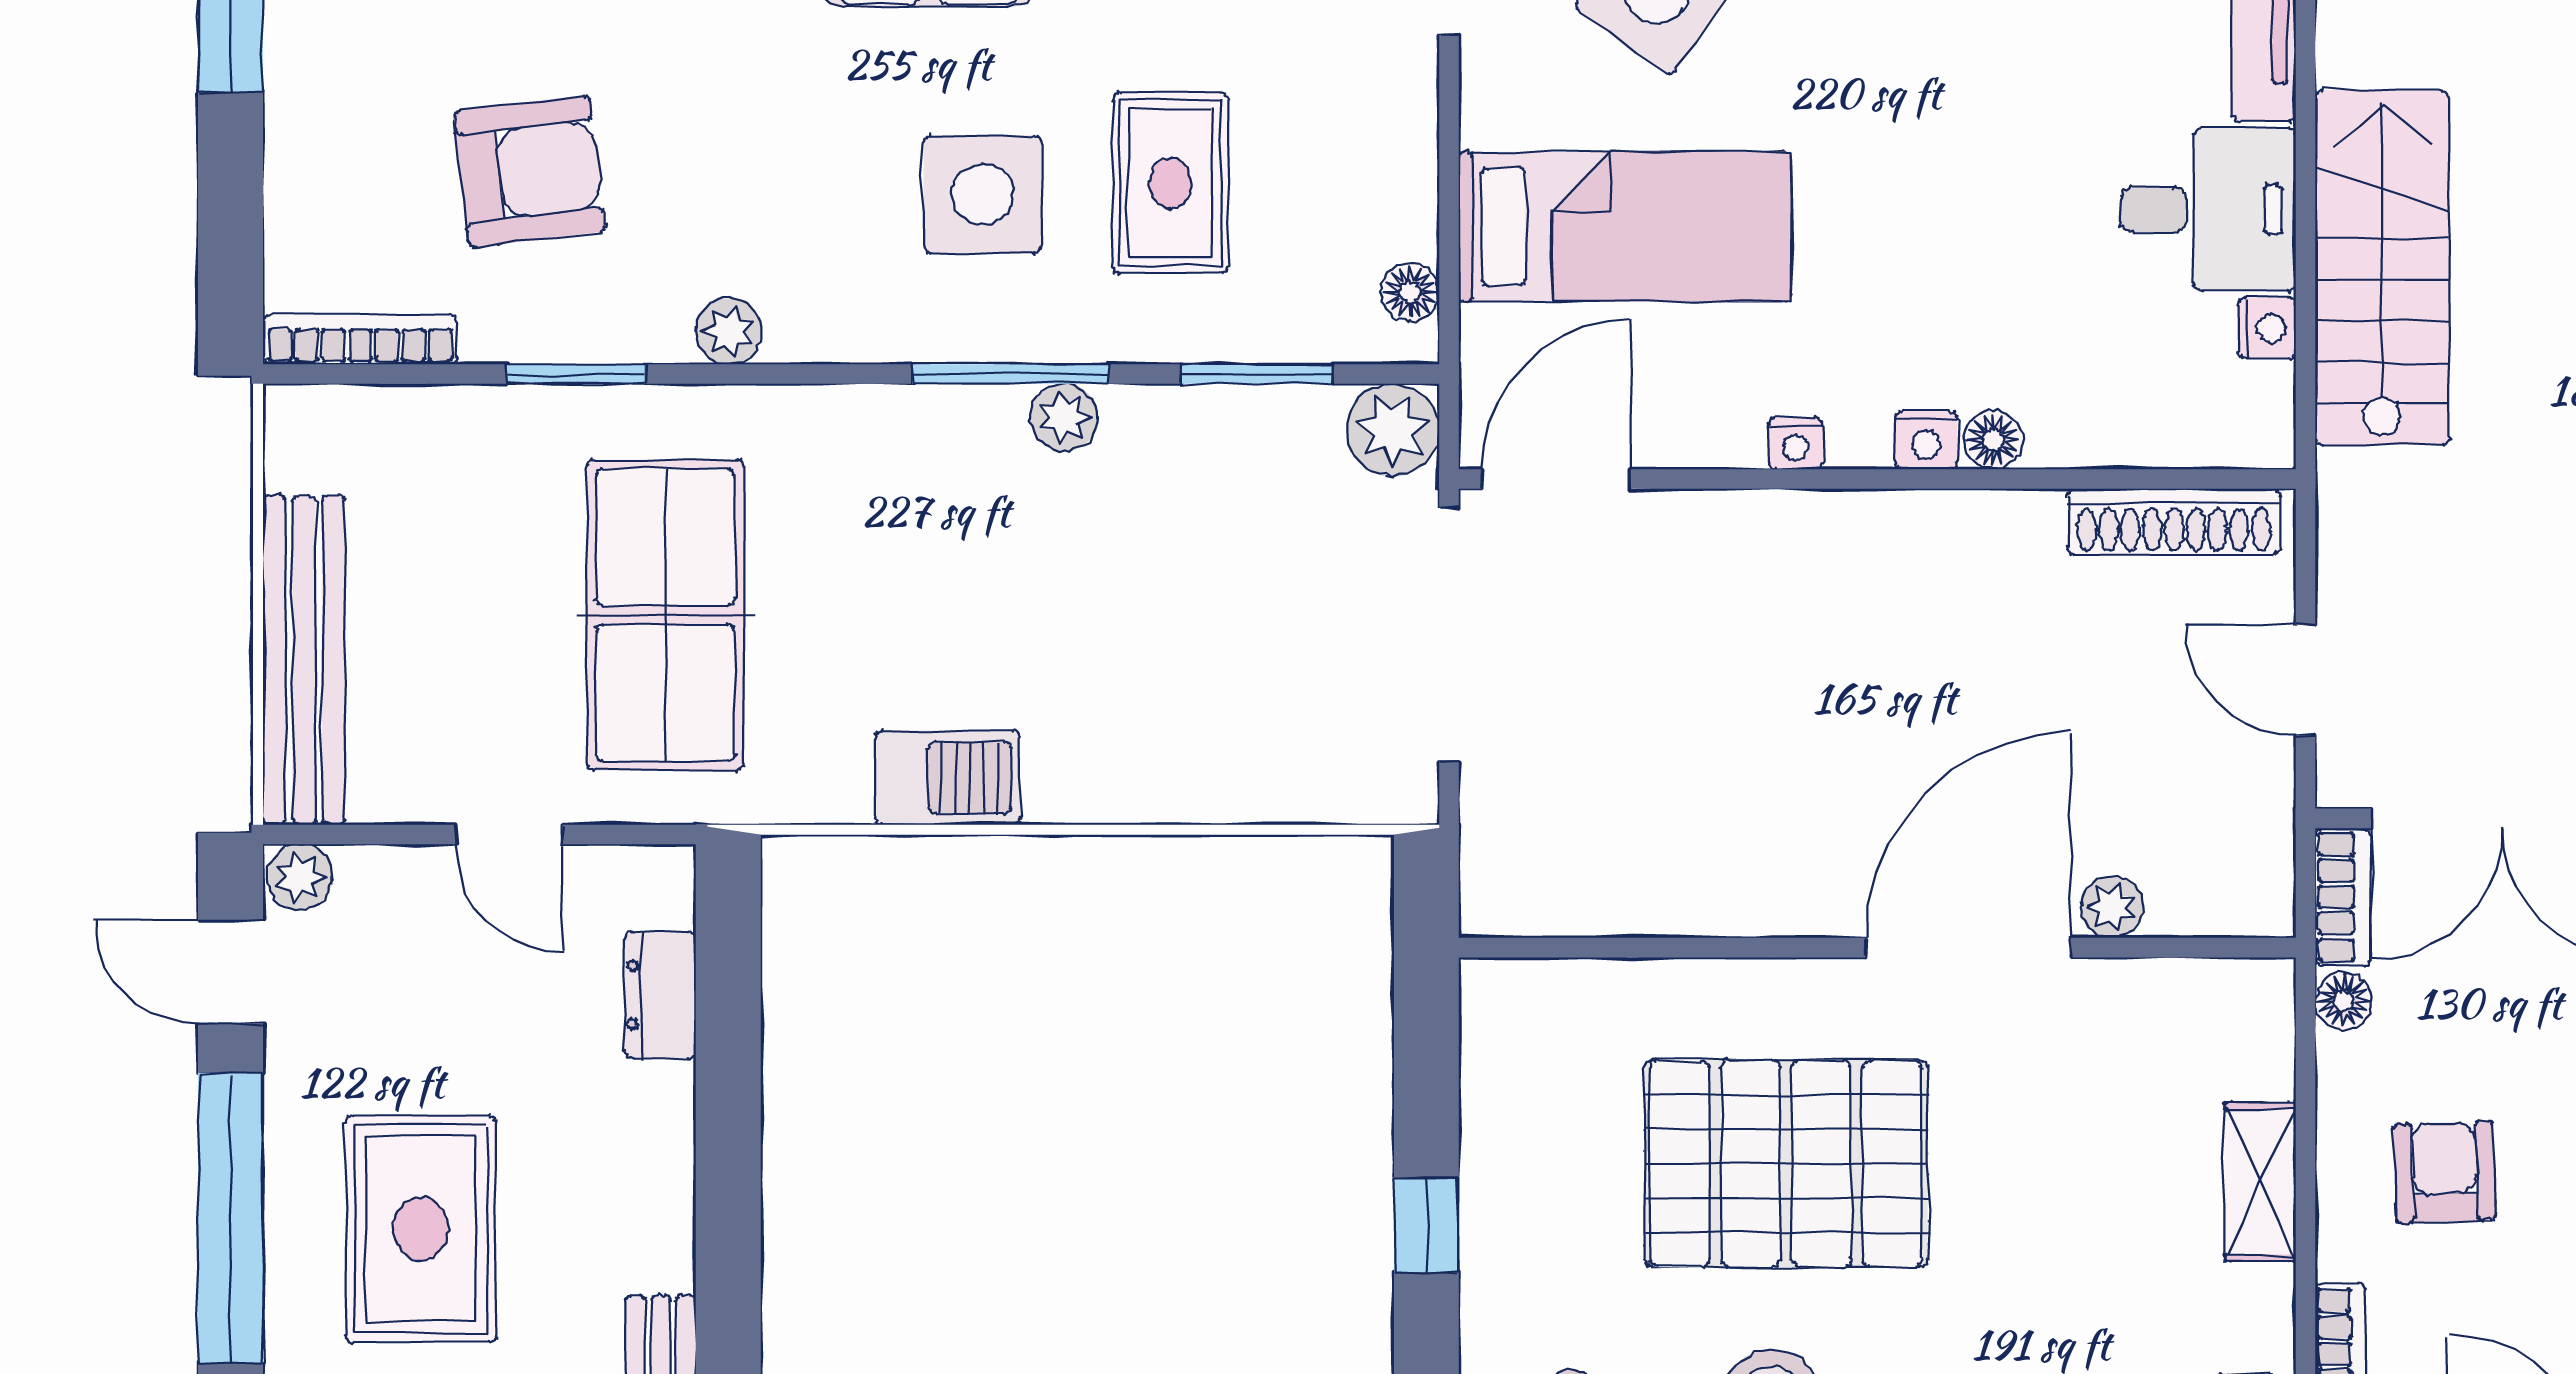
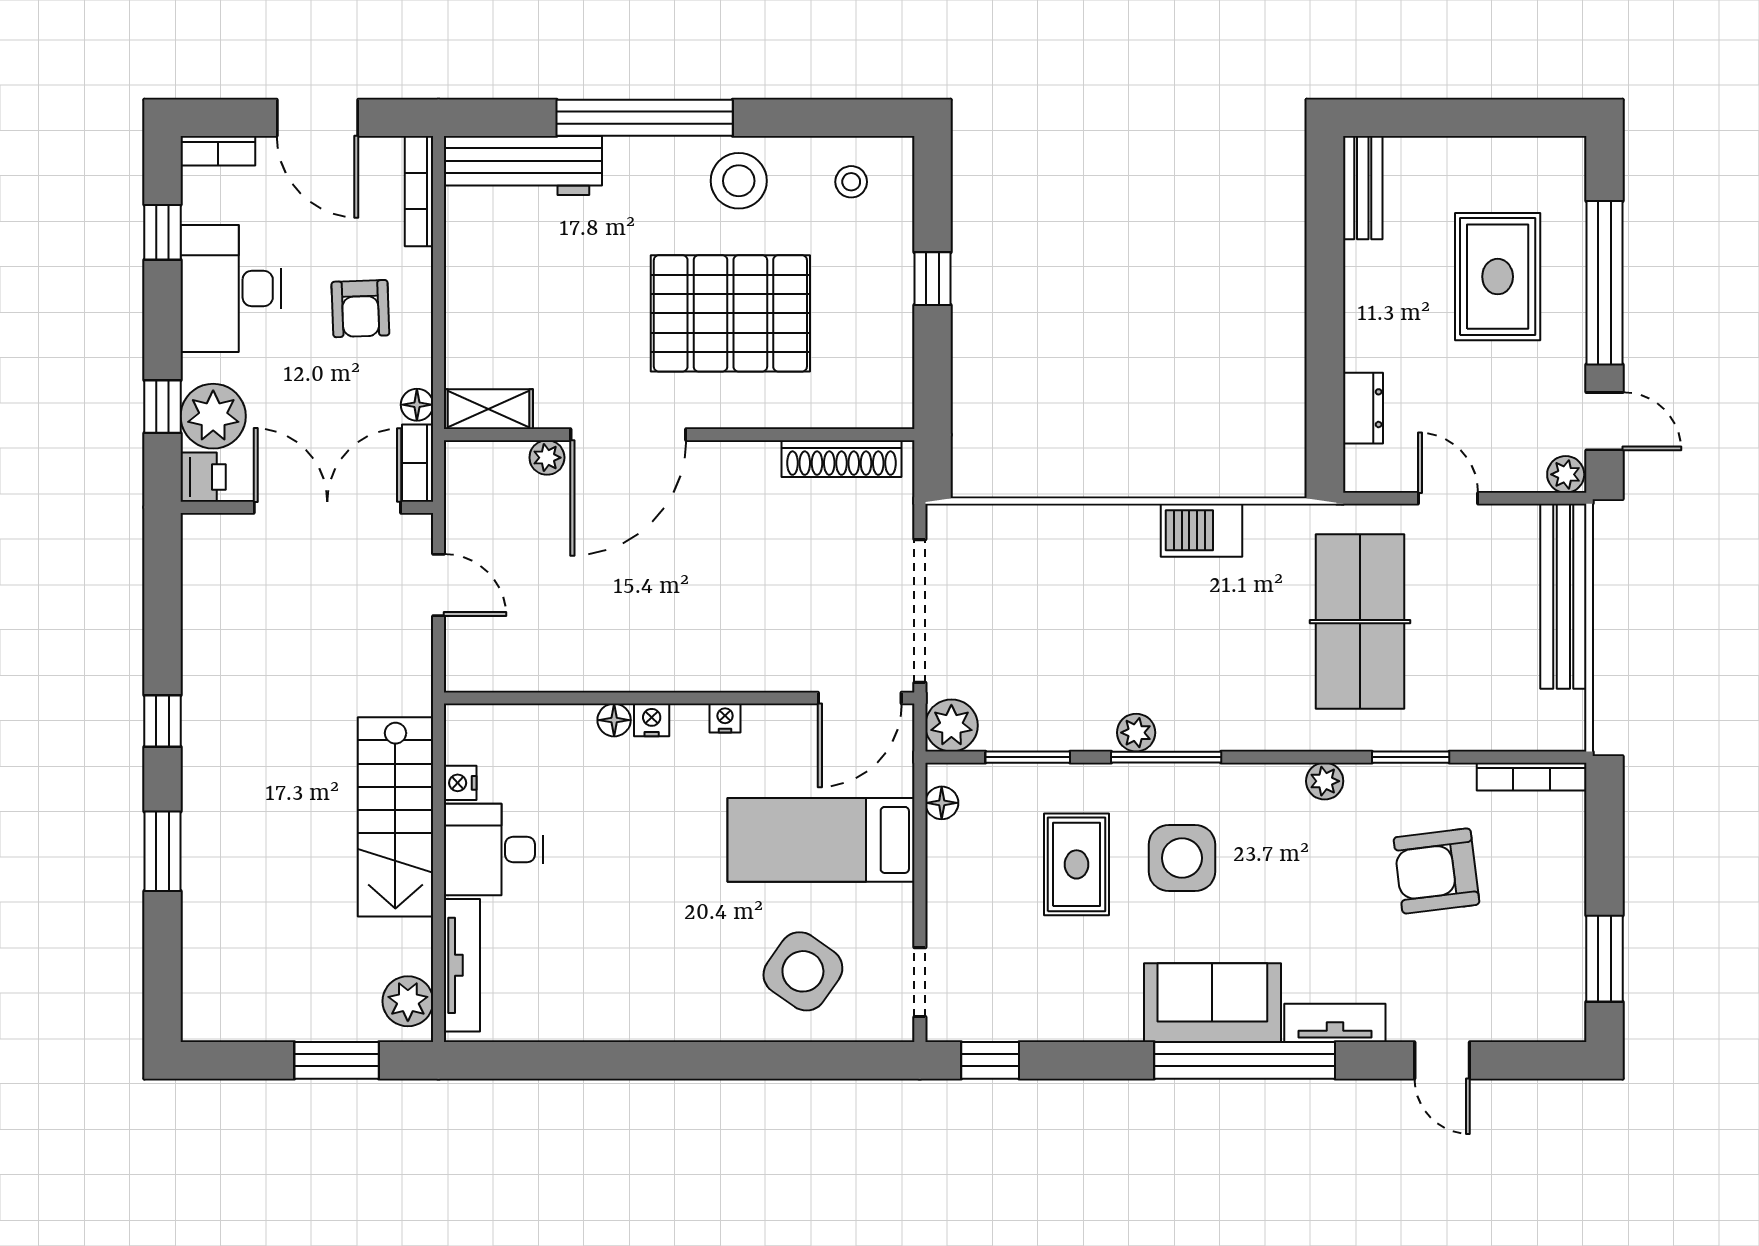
shoe rack: (2174, 522) -> (842, 459), moved, turned 180
shelving: (2260, 1182) -> (488, 409), moved, turned 90

